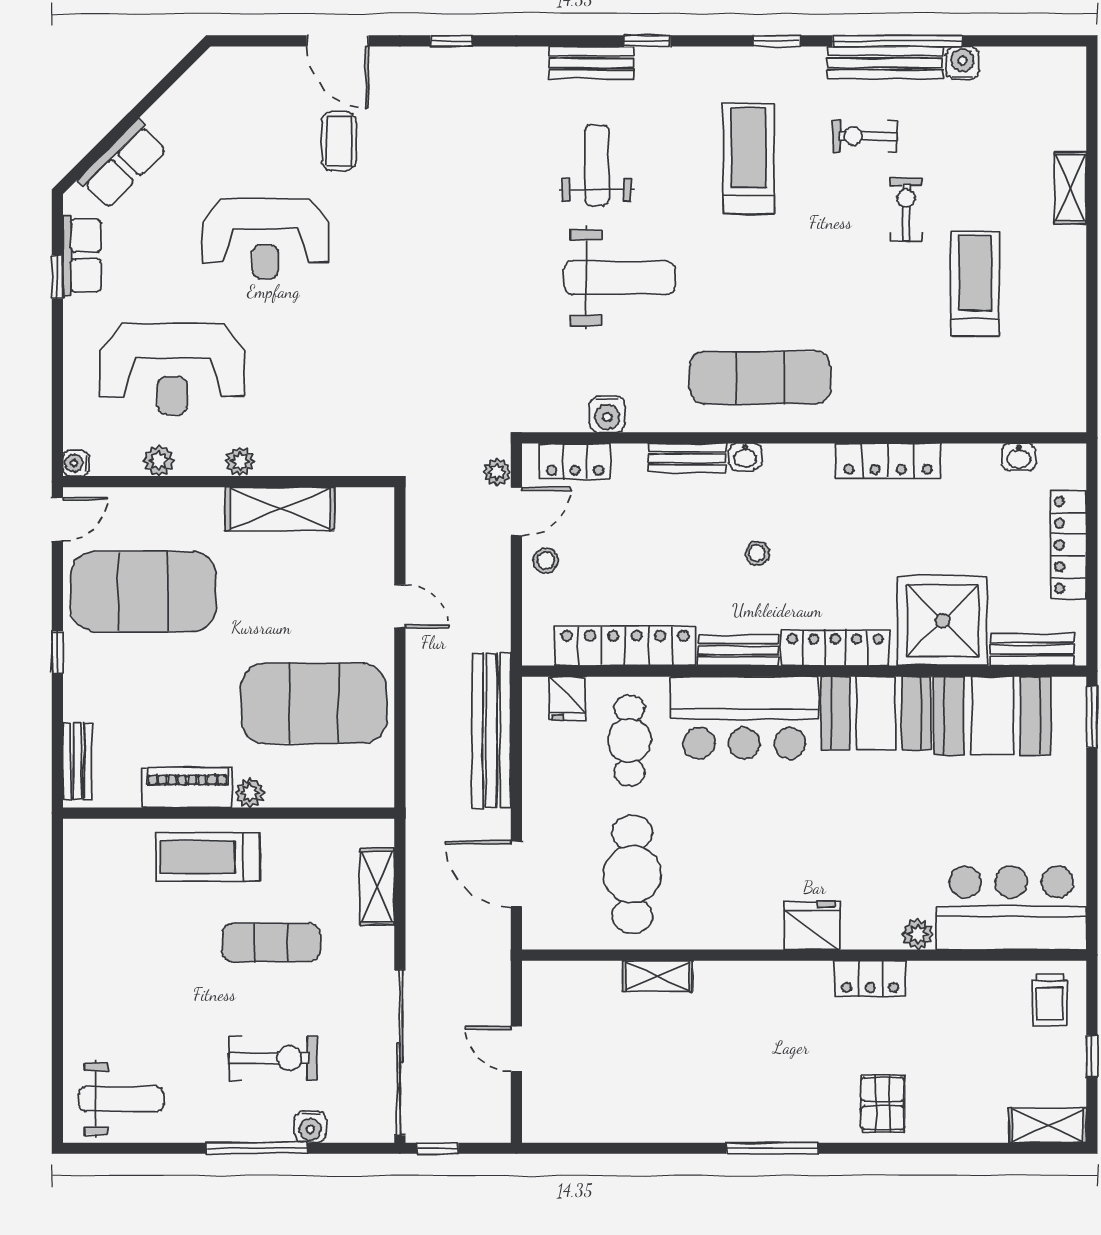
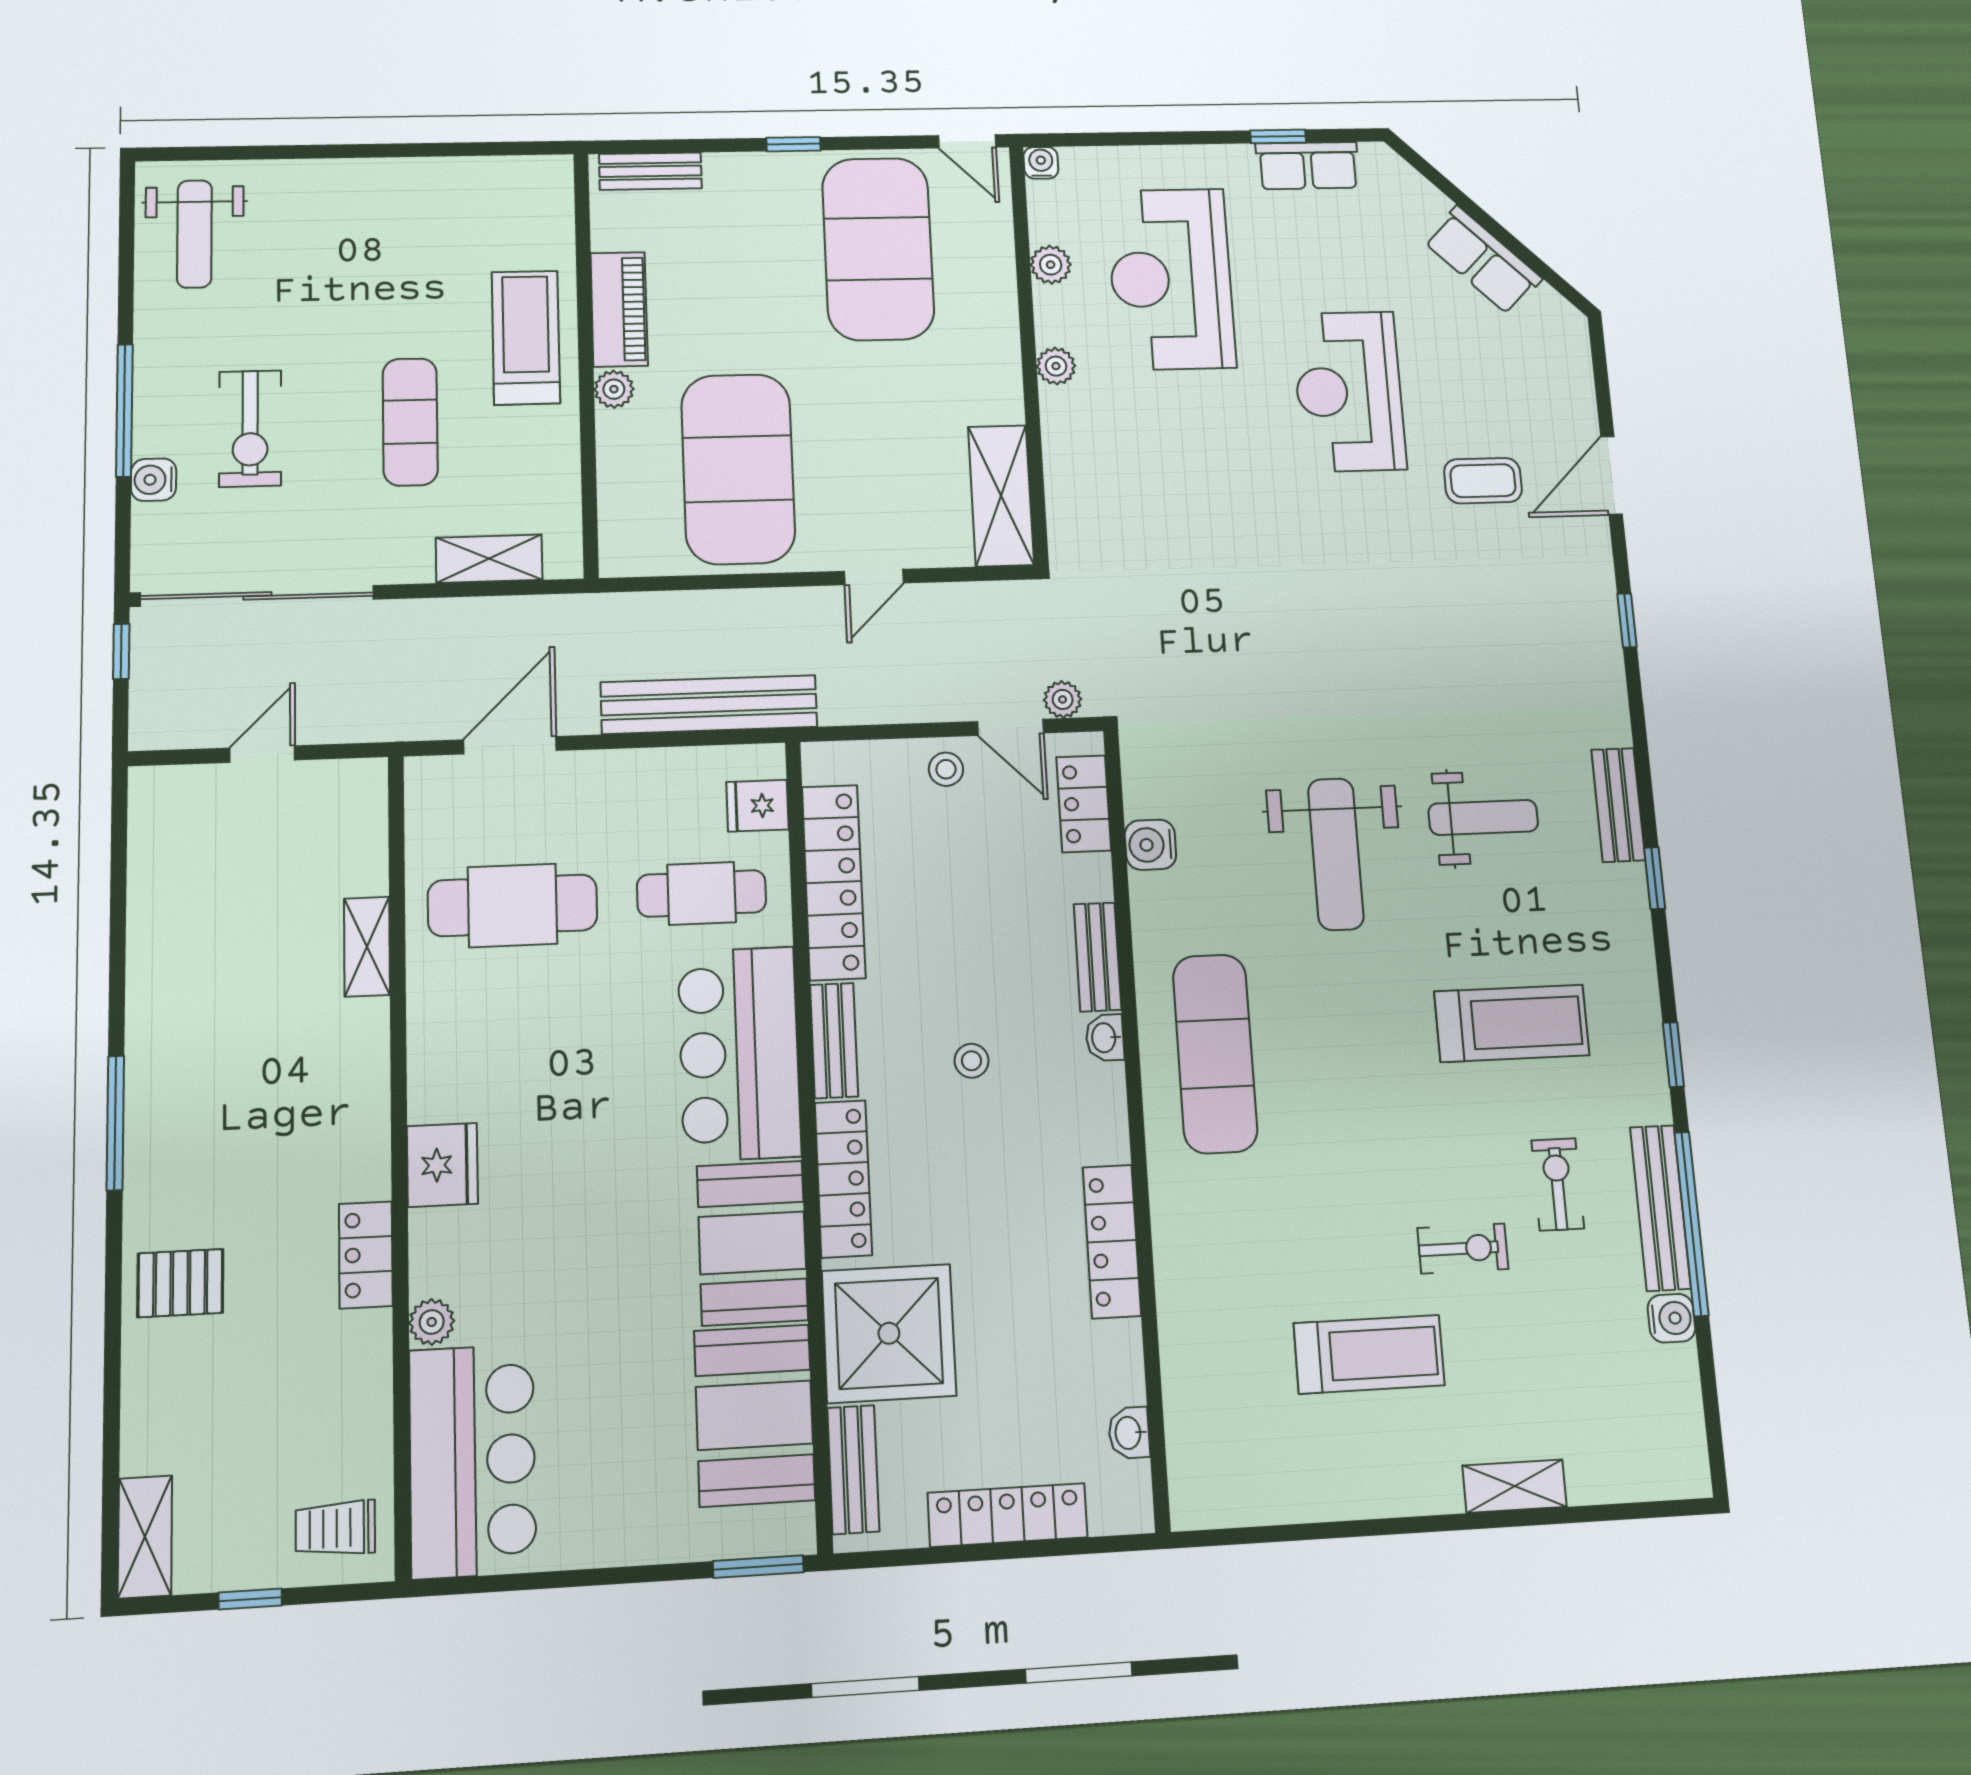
row of seats: (122, 164) -> (1483, 260), moved
shelving: (280, 509) -> (1001, 496), moved

